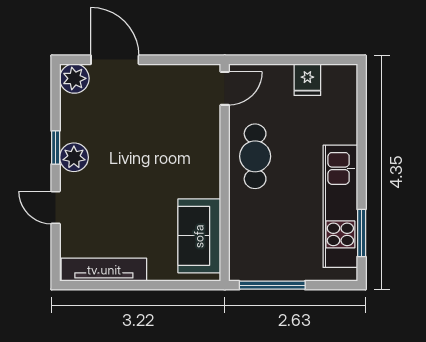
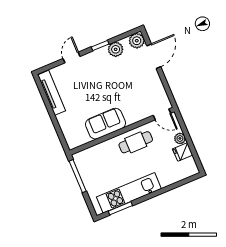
plant: (281, 74) -> (180, 138), added
plant: (74, 157) -> (116, 49), moved
sofa: (199, 236) -> (106, 124), moved

